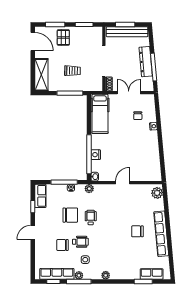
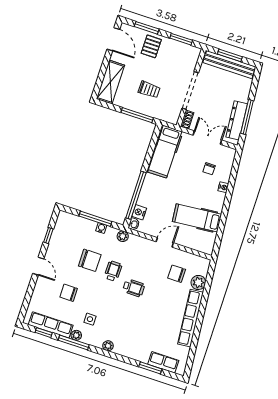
dresser: (146, 62) -> (237, 120), moved
nightstand: (96, 155) -> (139, 212), moved
hospital bed: (141, 156) -> (197, 218), added
plant: (157, 193) -> (198, 282), moved
row of seats: (40, 196) -> (62, 226), removed
chair: (137, 231) -> (177, 274), moved
door: (33, 232) -> (38, 266), swing flipped
wheelchair: (80, 242) -> (134, 288), moved

